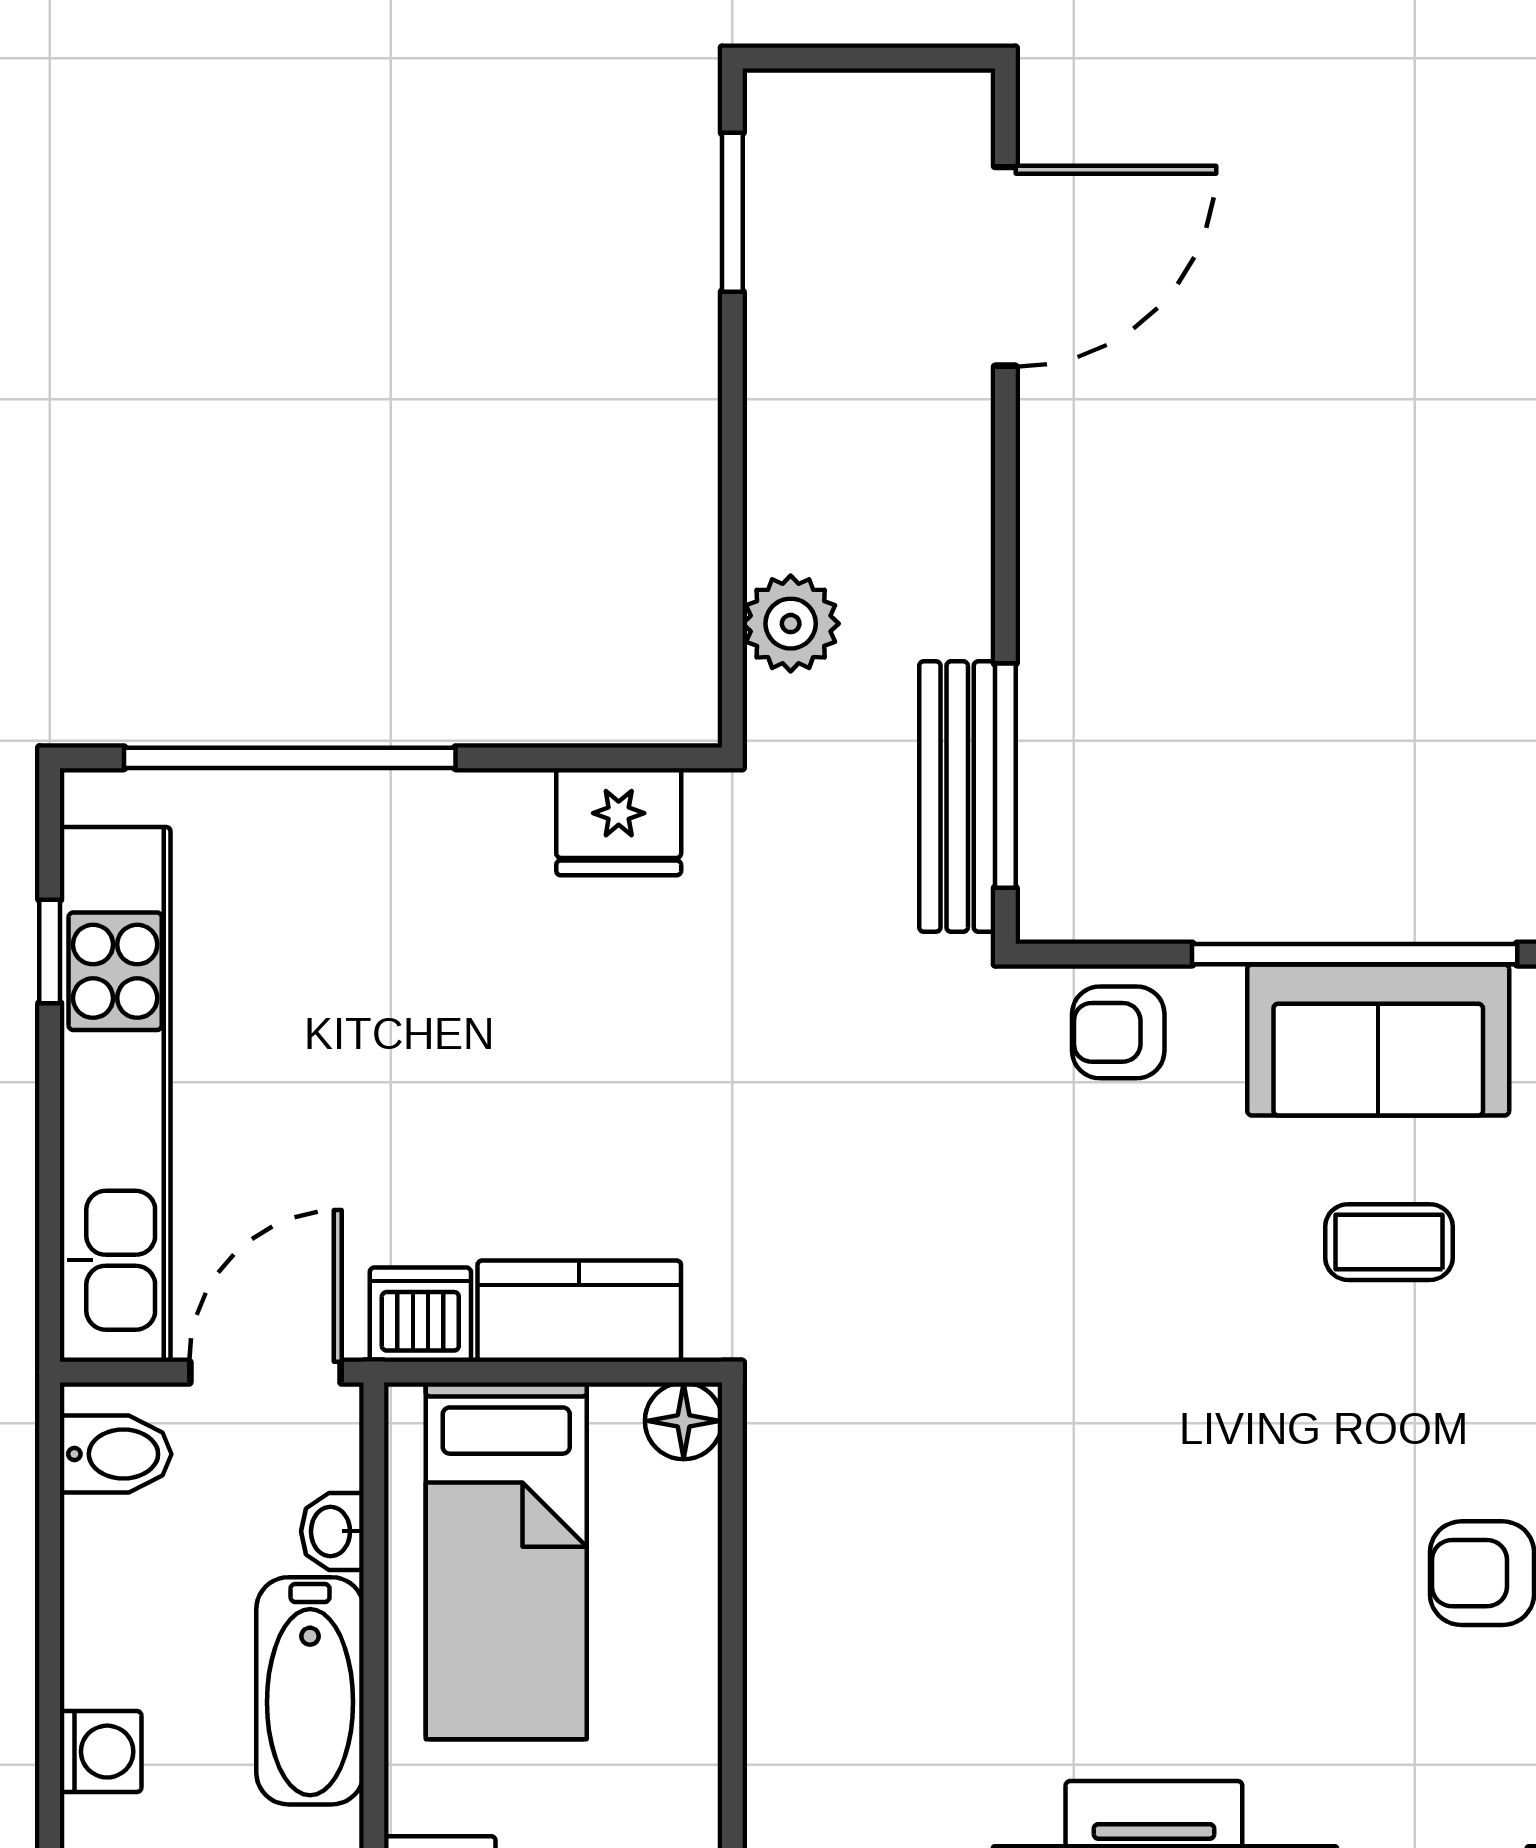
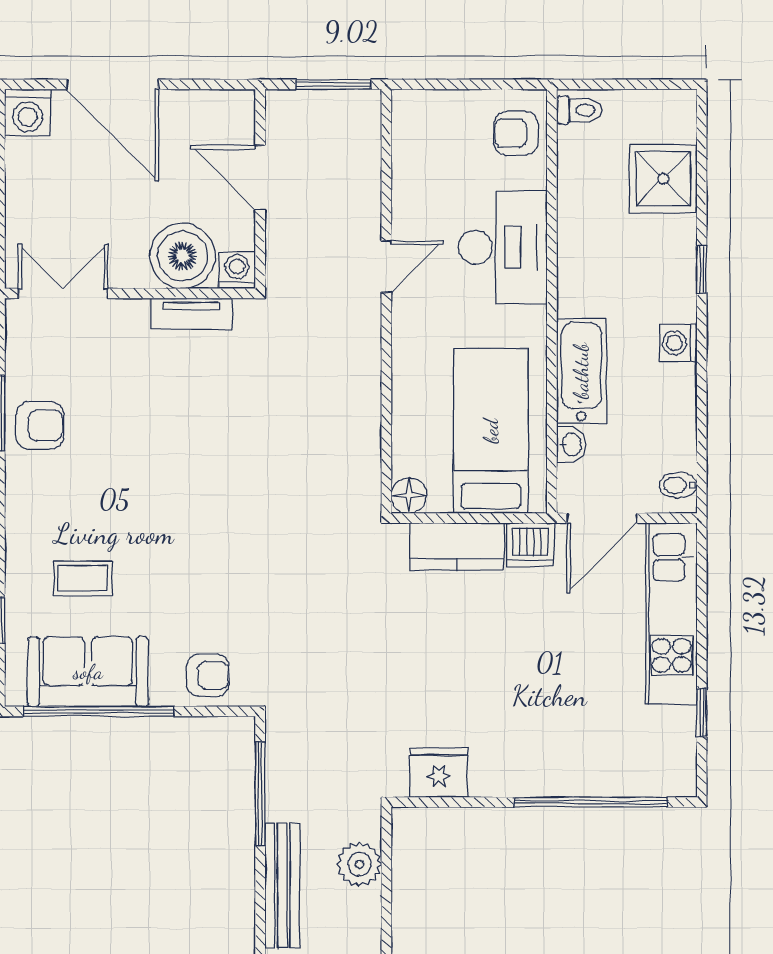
bench: (957, 797) -> (282, 886), moved
kitchen unit: (115, 1094) -> (671, 614), width x0.73
bidet: (116, 1454) -> (678, 485), width x0.72, depth x0.74

